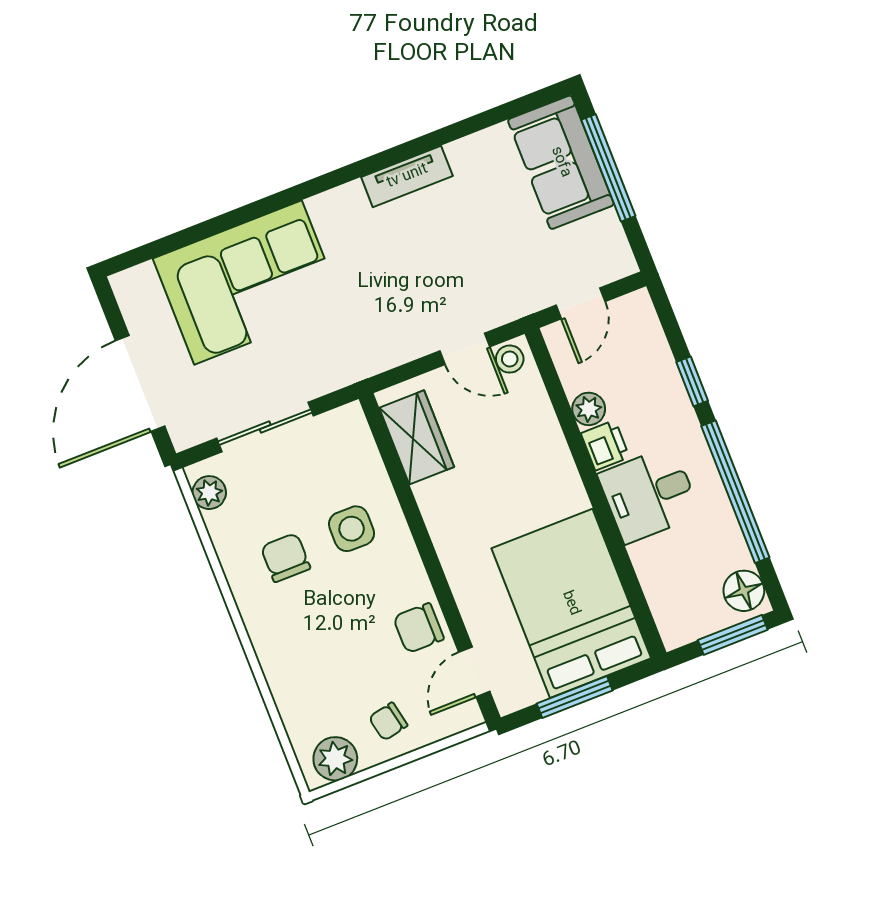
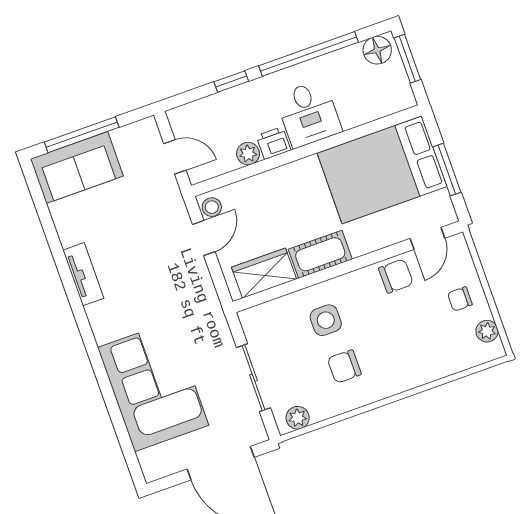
cot: (446, 518) -> (320, 254), added
chair: (418, 628) -> (396, 276), turned -91
door: (474, 672) -> (427, 238), hinge flipped
chair: (388, 721) -> (460, 299), turned 102
plant: (335, 759) -> (487, 331), width x0.73, depth x0.73

